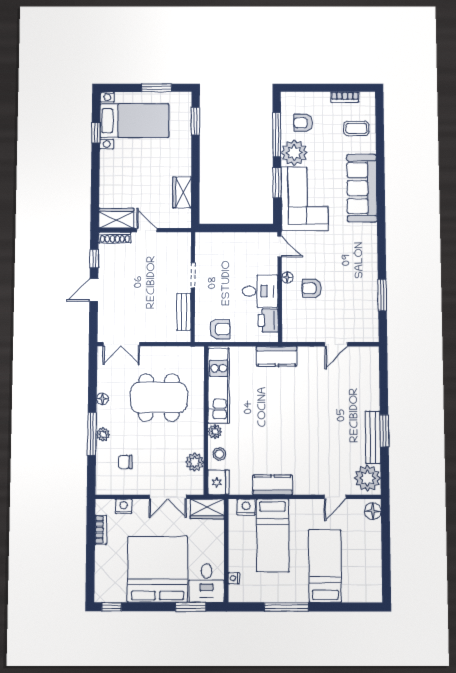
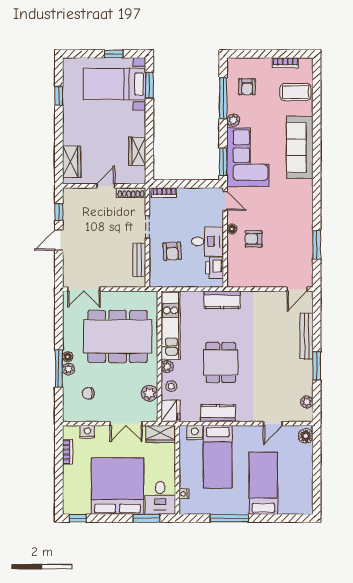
window: (157, 88) -> (114, 54), width x0.67
bed with nightstands: (134, 121) -> (114, 84), moved, turned 180
armchair: (303, 123) -> (247, 87), turned -90
coffee table: (356, 128) -> (295, 92), width x1.36, depth x1.30
plant: (294, 153) -> (233, 120), width x0.53, depth x0.53
window: (277, 183) -> (223, 162), moved
wardrobe: (116, 218) -> (72, 162), moved, turned 90
door: (147, 230) -> (106, 186), hinge flipped
bookcase: (212, 237) -> (164, 193), added
shoe rack: (115, 238) -> (131, 193), moved
armchair: (220, 329) -> (172, 251), moved, turned 86
door: (336, 344) -> (297, 289), moved
dining table: (159, 398) -> (118, 336), width x1.36, depth x1.24
floor lamp: (102, 399) -> (68, 357), moved
dining table: (275, 427) -> (221, 362), added
bench: (373, 437) -> (307, 336), moved
plant: (368, 478) -> (307, 402), width x0.53, depth x0.53

